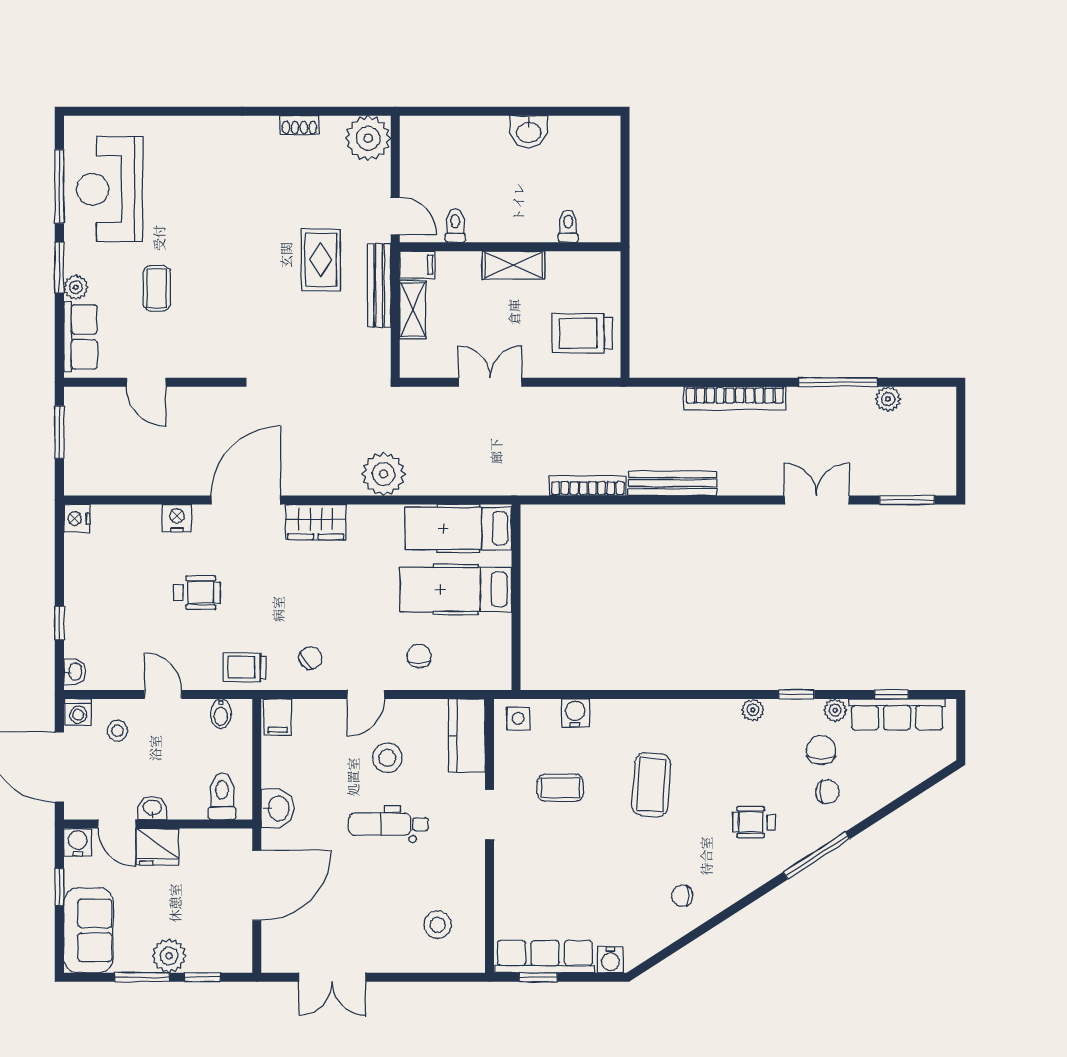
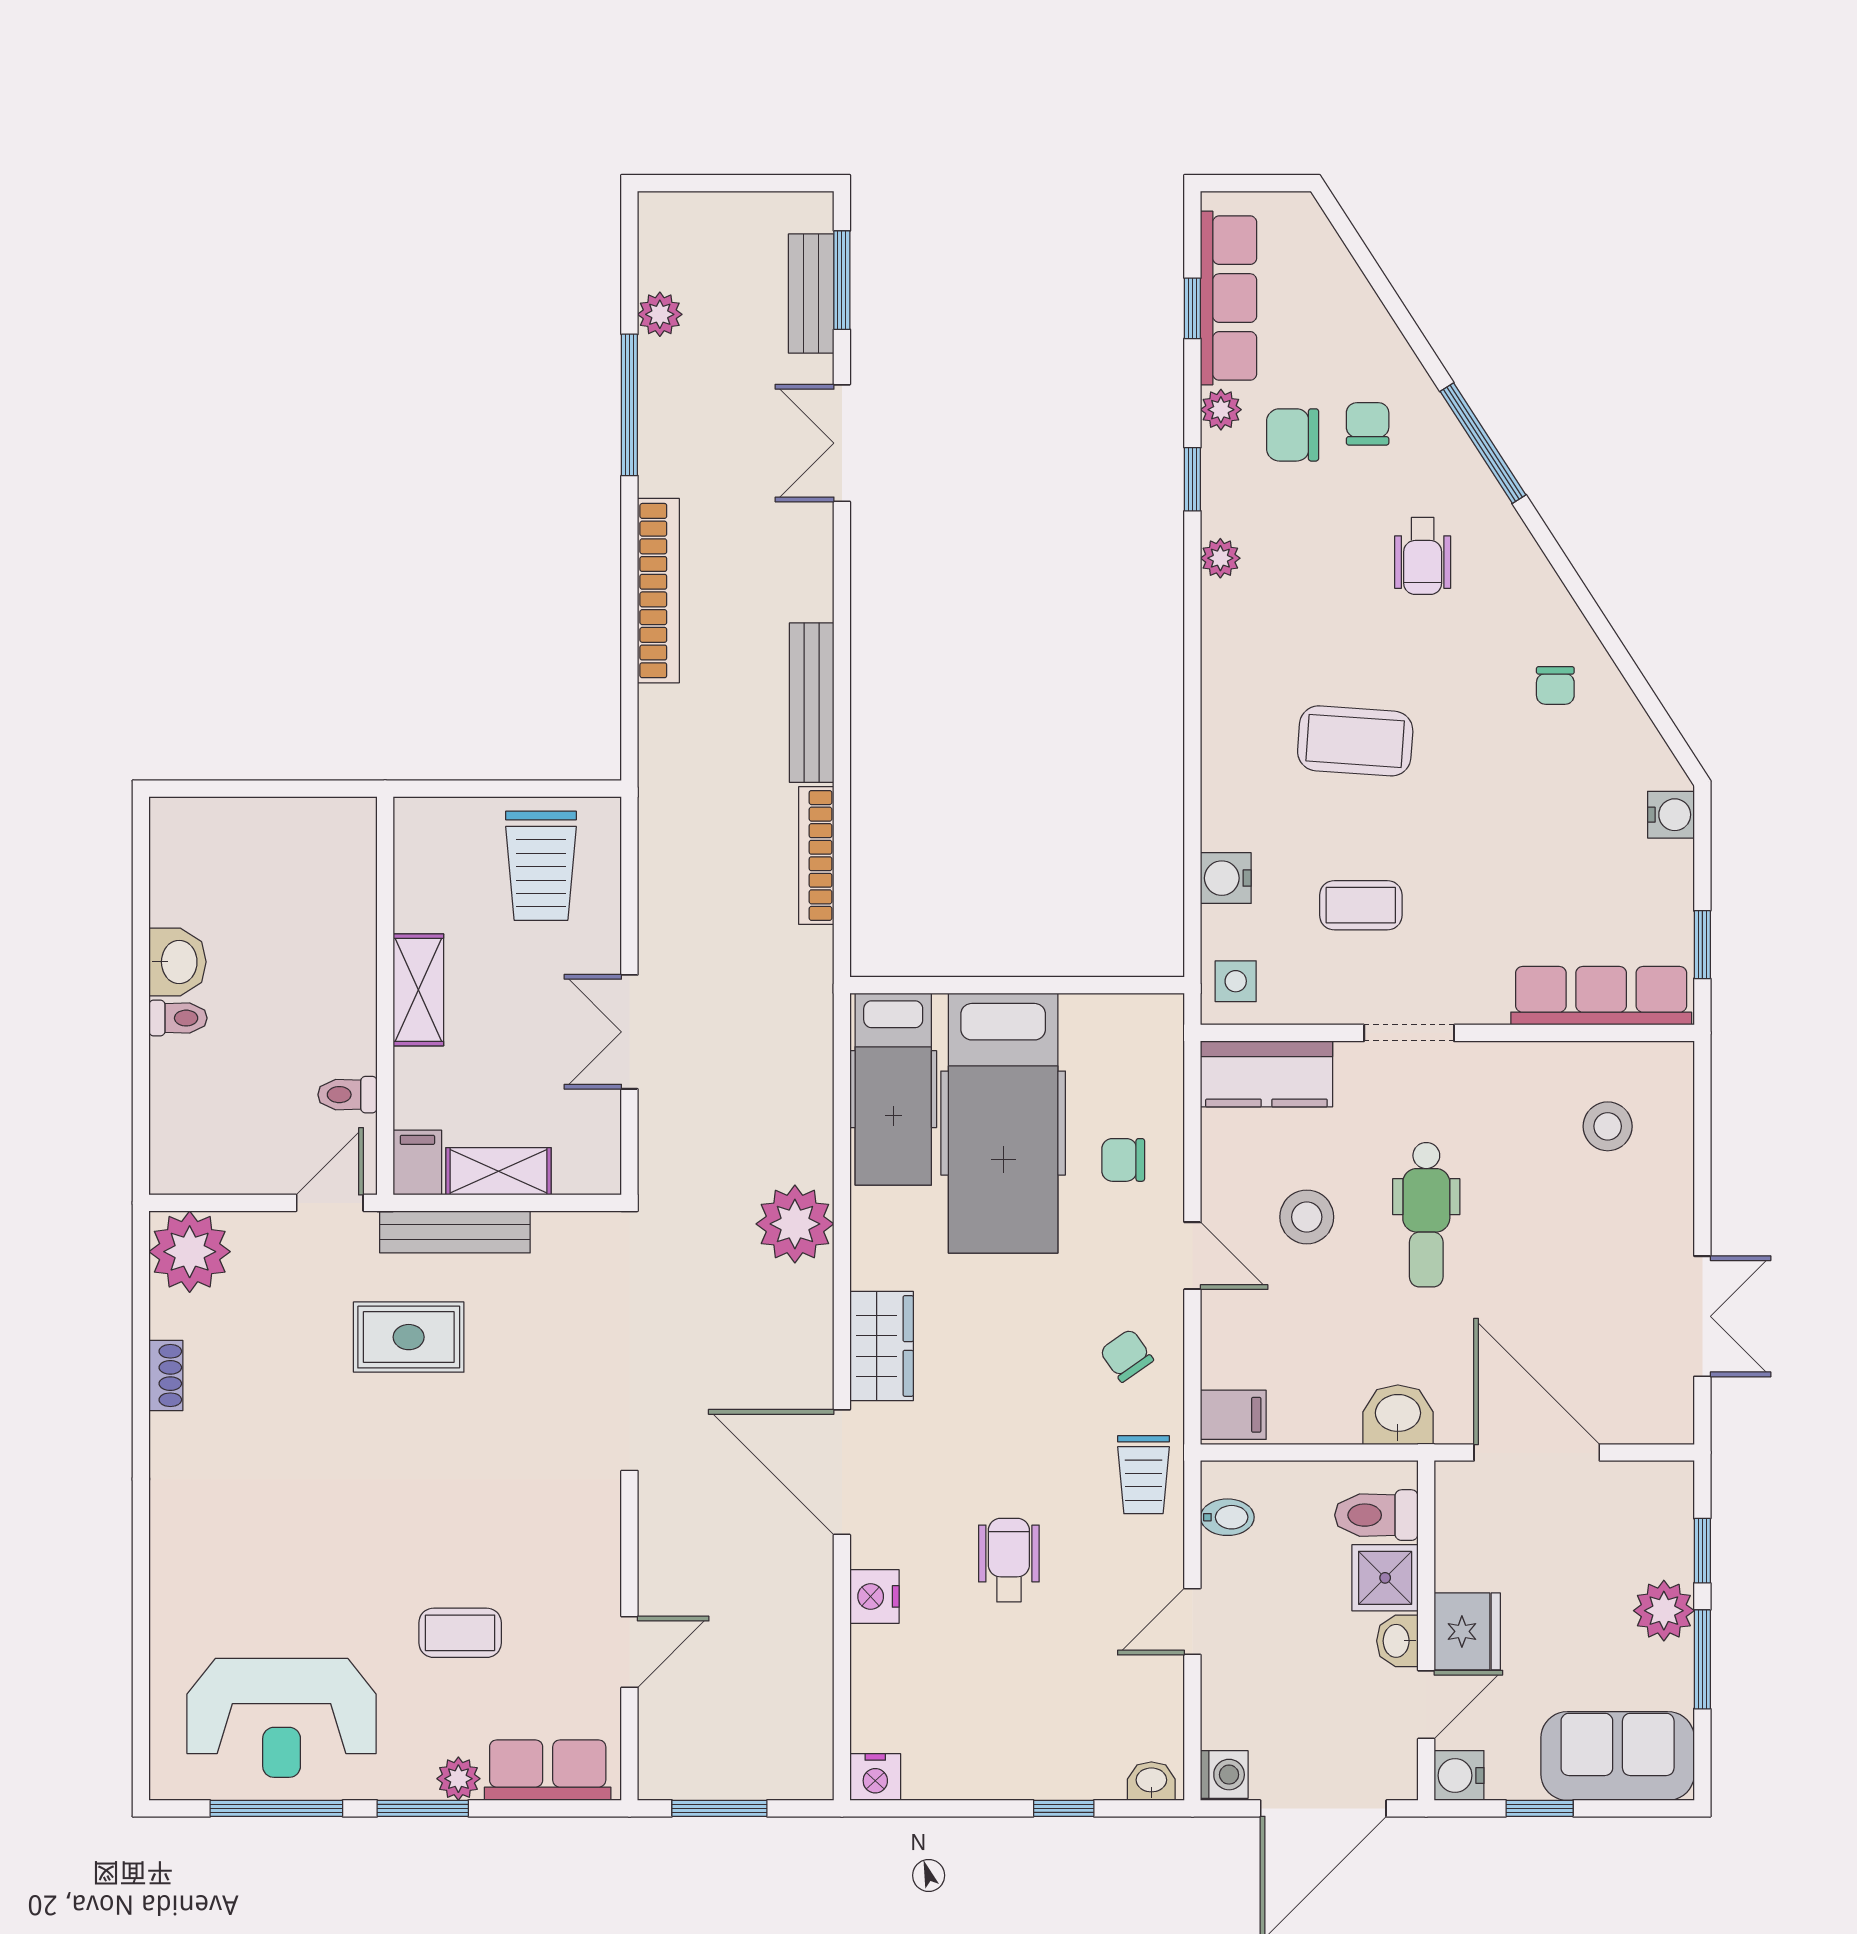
toilet: (568, 226) -> (178, 1018), moved, turned 180
bench: (900, 483) -> (811, 294), added
hospital bed: (456, 589) -> (1003, 1123), width x1.37, depth x1.29
stool: (117, 731) -> (1258, 1704), removed
coffee table: (560, 788) -> (1361, 905), turned 90
shower: (187, 801) -> (1385, 1578), added
row of seats: (545, 957) -> (1601, 996), moved, turned 90

